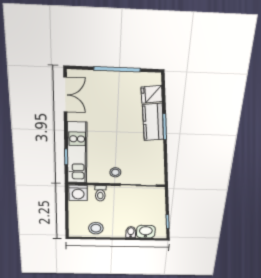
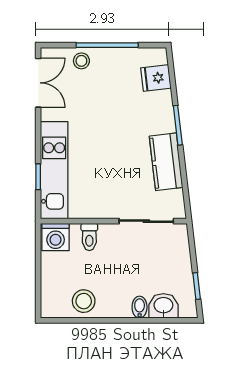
kitchen counter: (153, 122) -> (166, 162), moved
stool: (115, 172) -> (81, 61), moved

